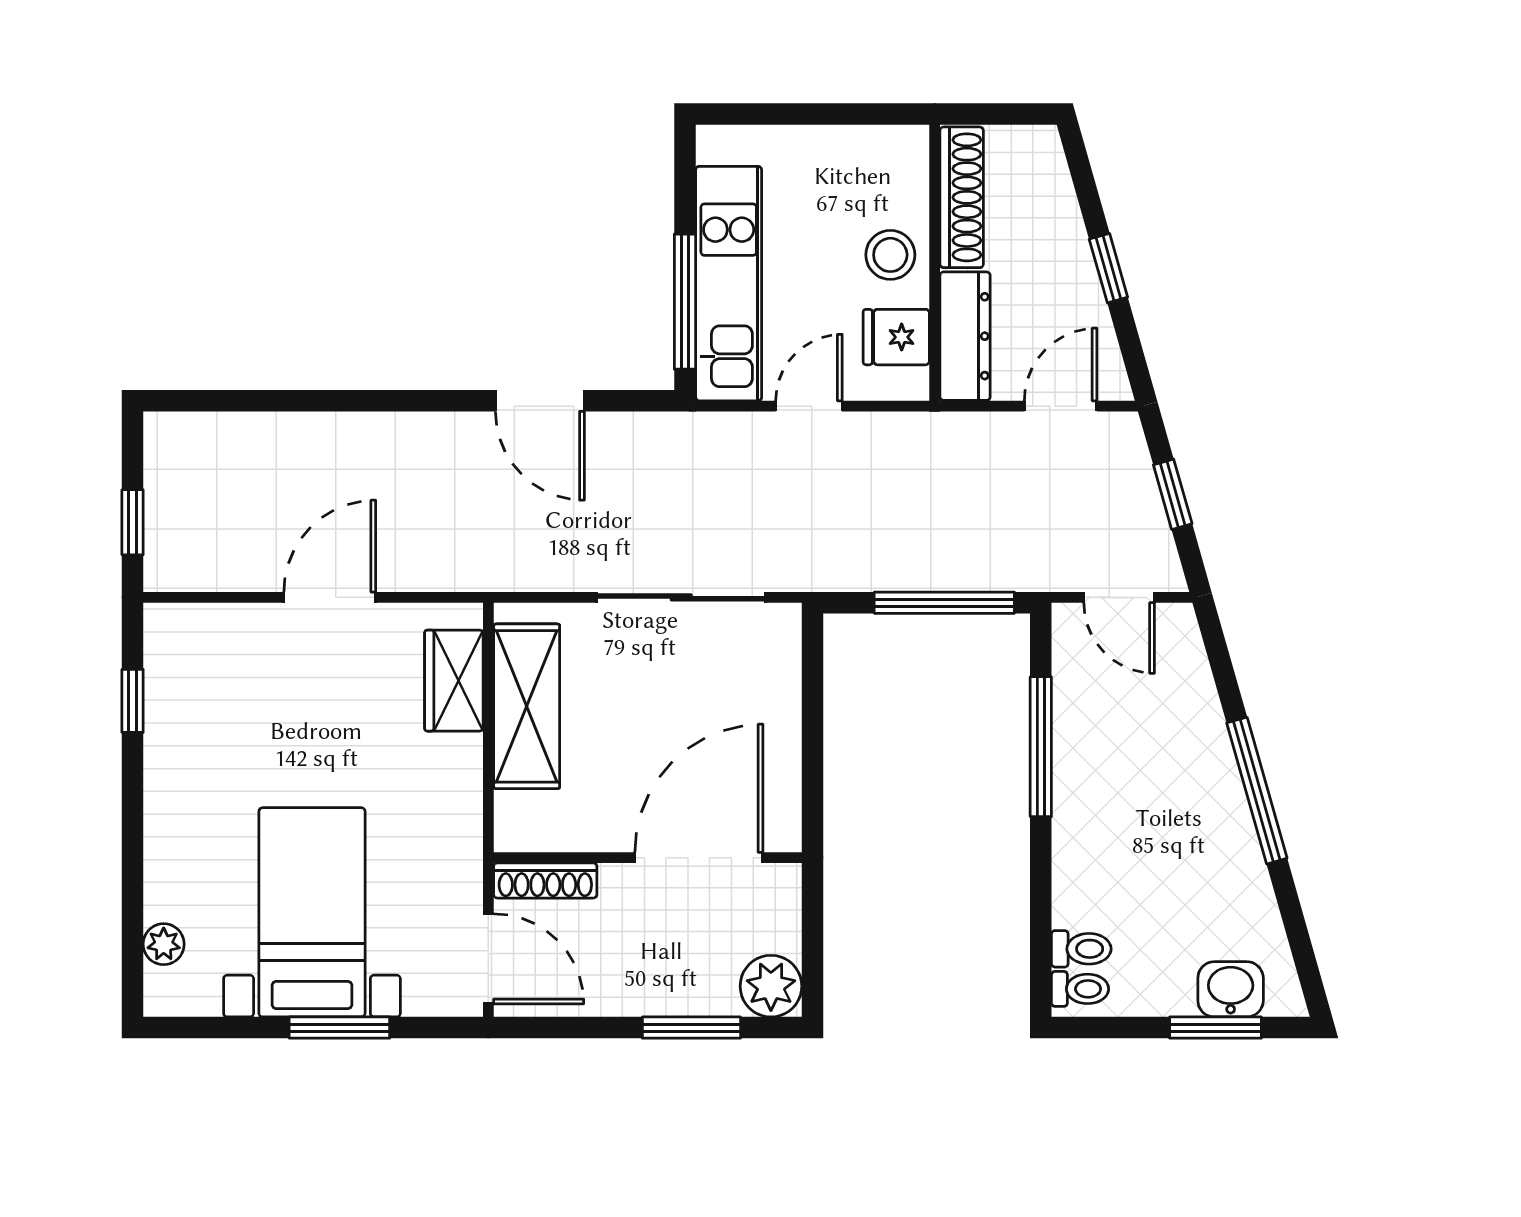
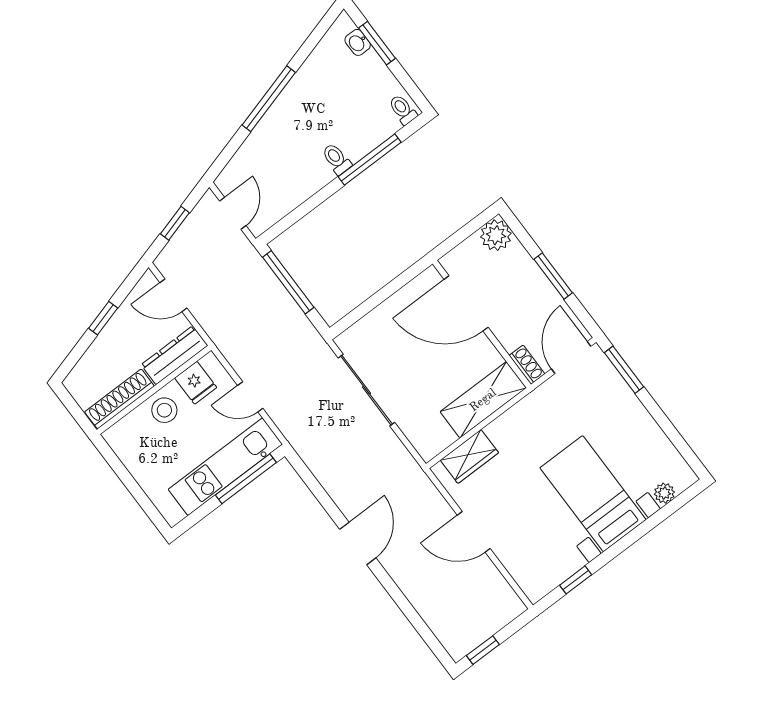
door: (540, 401) -> (358, 543), moved
window: (133, 522) -> (483, 650), moved
shelving: (527, 706) -> (483, 400), moved
window: (1041, 747) -> (370, 160), moved
shoe rack: (545, 880) -> (527, 365), width x0.70
bed with nightstands: (312, 912) -> (593, 494), moved, turned 90
toilet: (1081, 949) -> (336, 159), moved
washbasin: (1231, 989) -> (358, 42), width x0.72, depth x0.69
window: (339, 1028) -> (624, 370), moved
window: (691, 1028) -> (553, 276), moved

